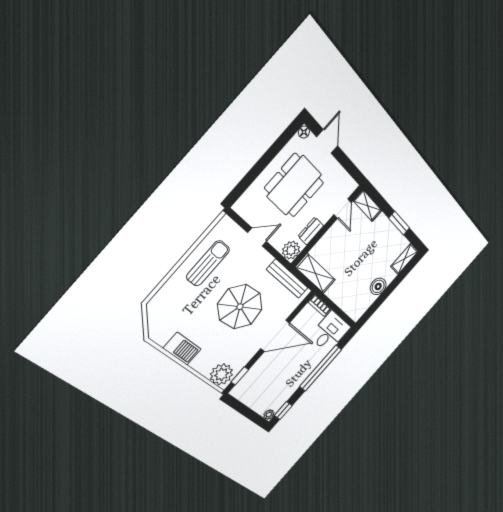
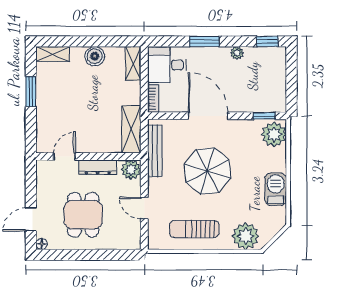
dining table: (294, 185) -> (83, 215), width x0.73
shelving: (368, 206) -> (133, 64), moved
dresser: (311, 231) -> (98, 167), width x1.44
plant: (167, 300) -> (246, 236), added
window: (321, 368) -> (204, 41), width x0.47
plant: (269, 415) -> (237, 53), moved

